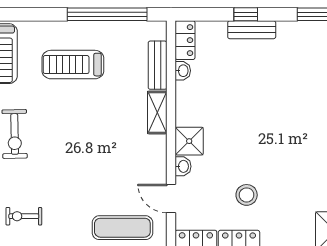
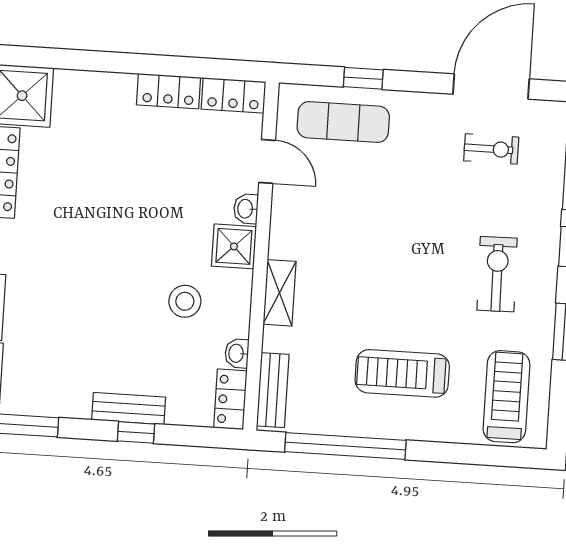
treadmill: (73, 65) -> (402, 373), turned 180
bench: (158, 65) -> (273, 390), moved
stool: (247, 195) -> (185, 301), moved

